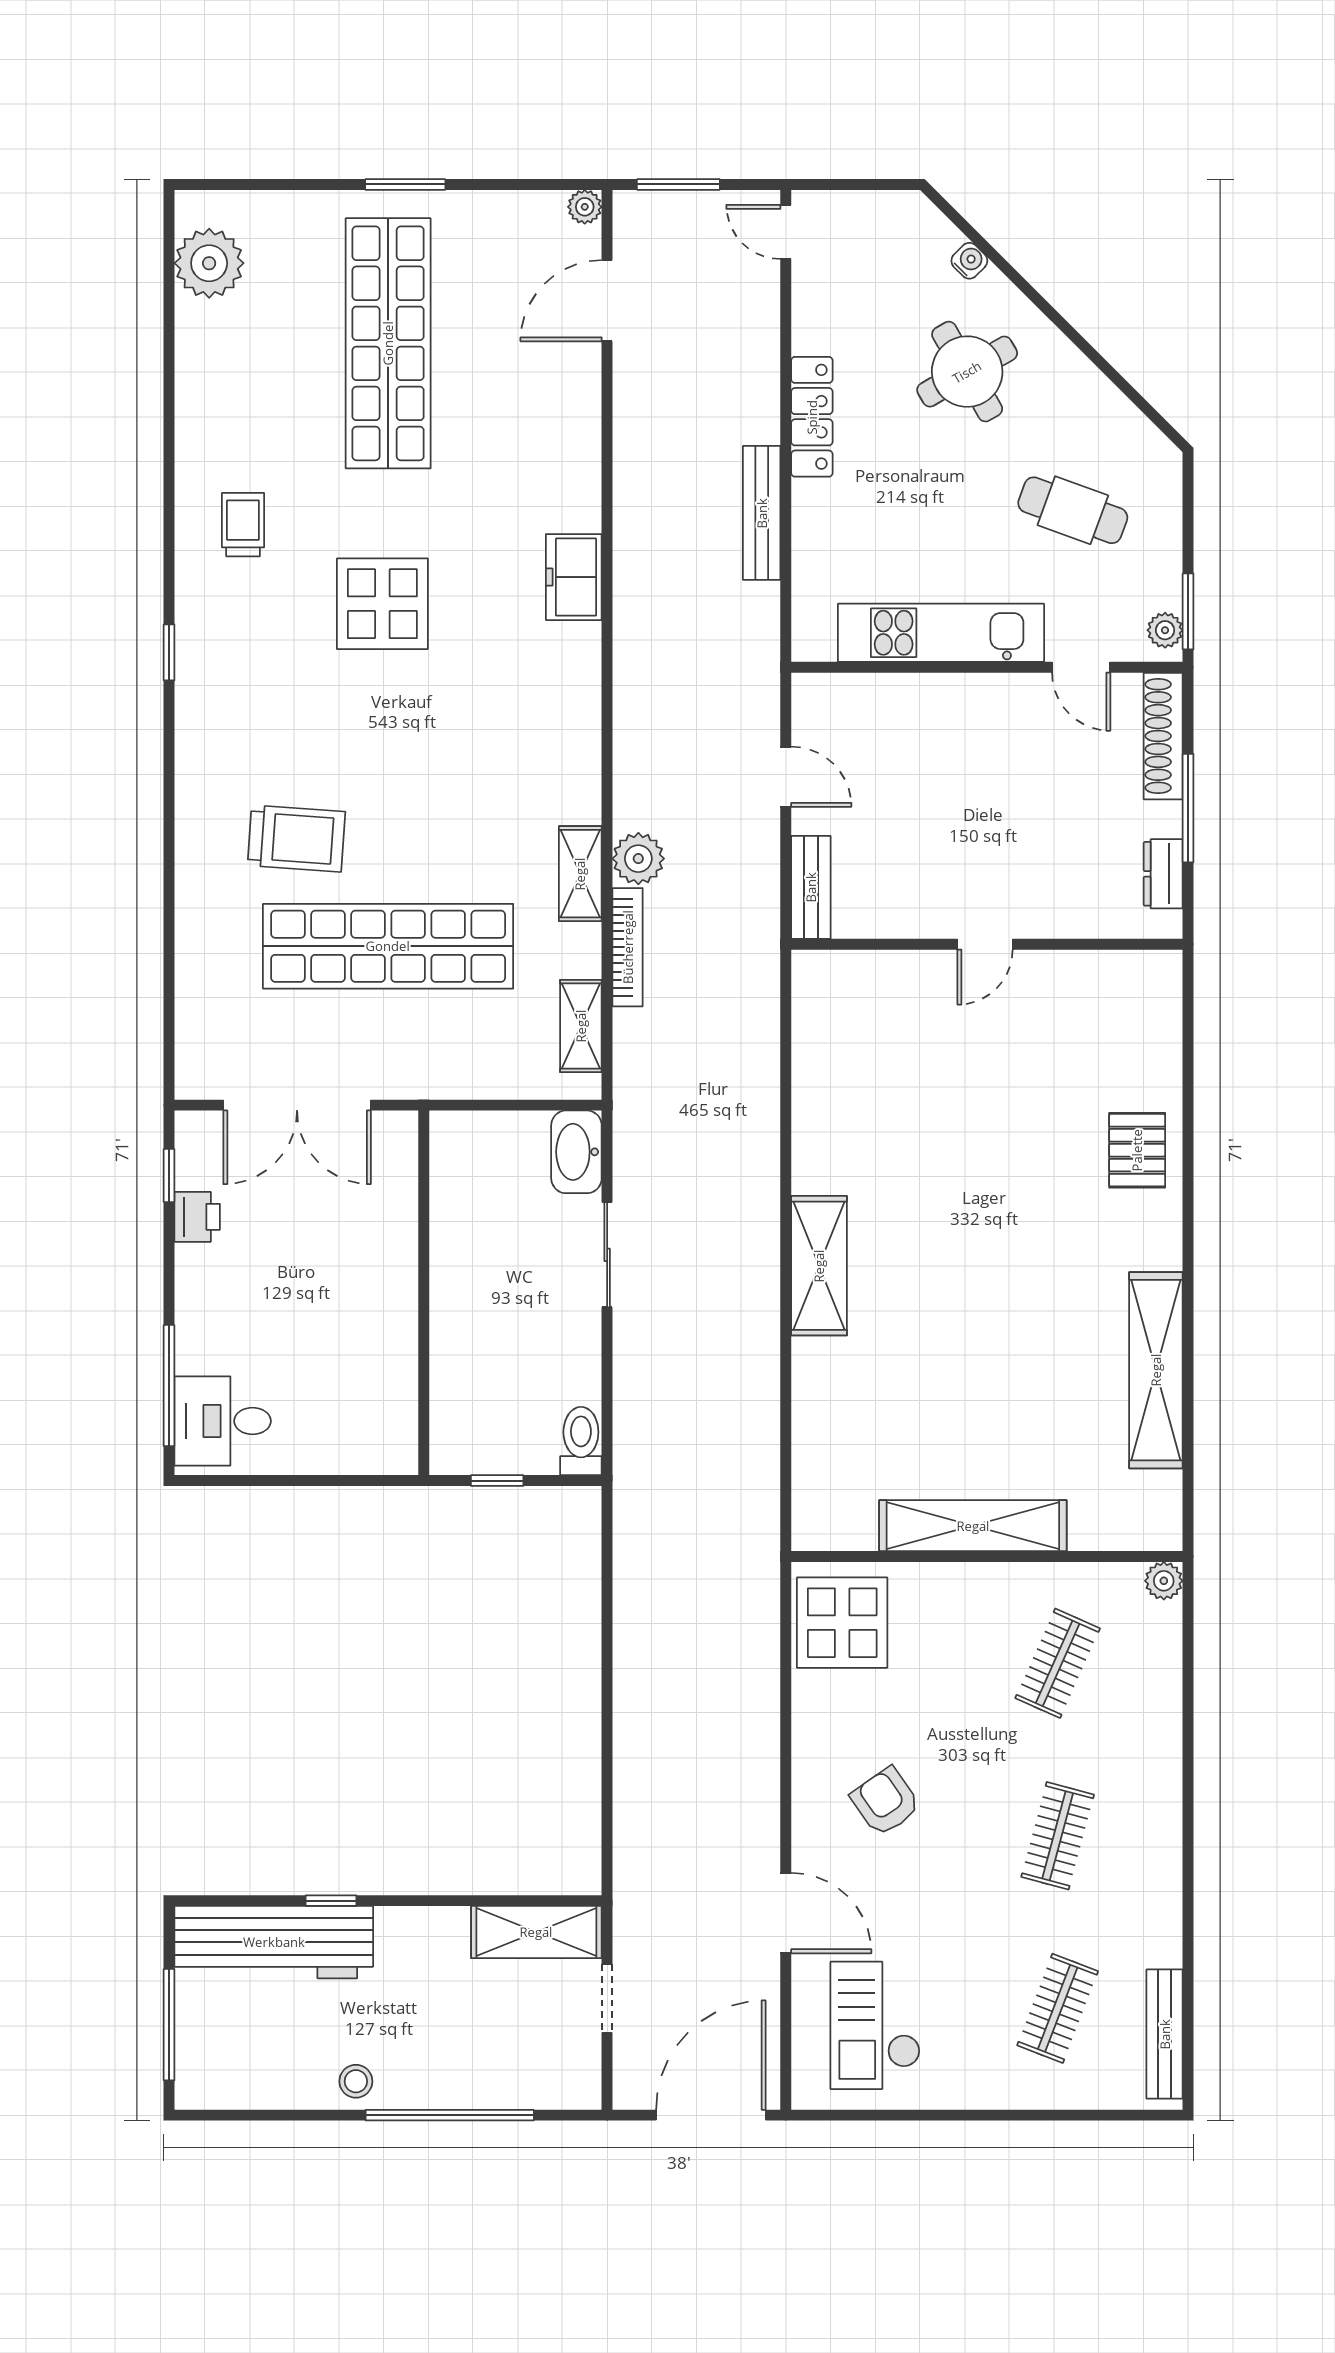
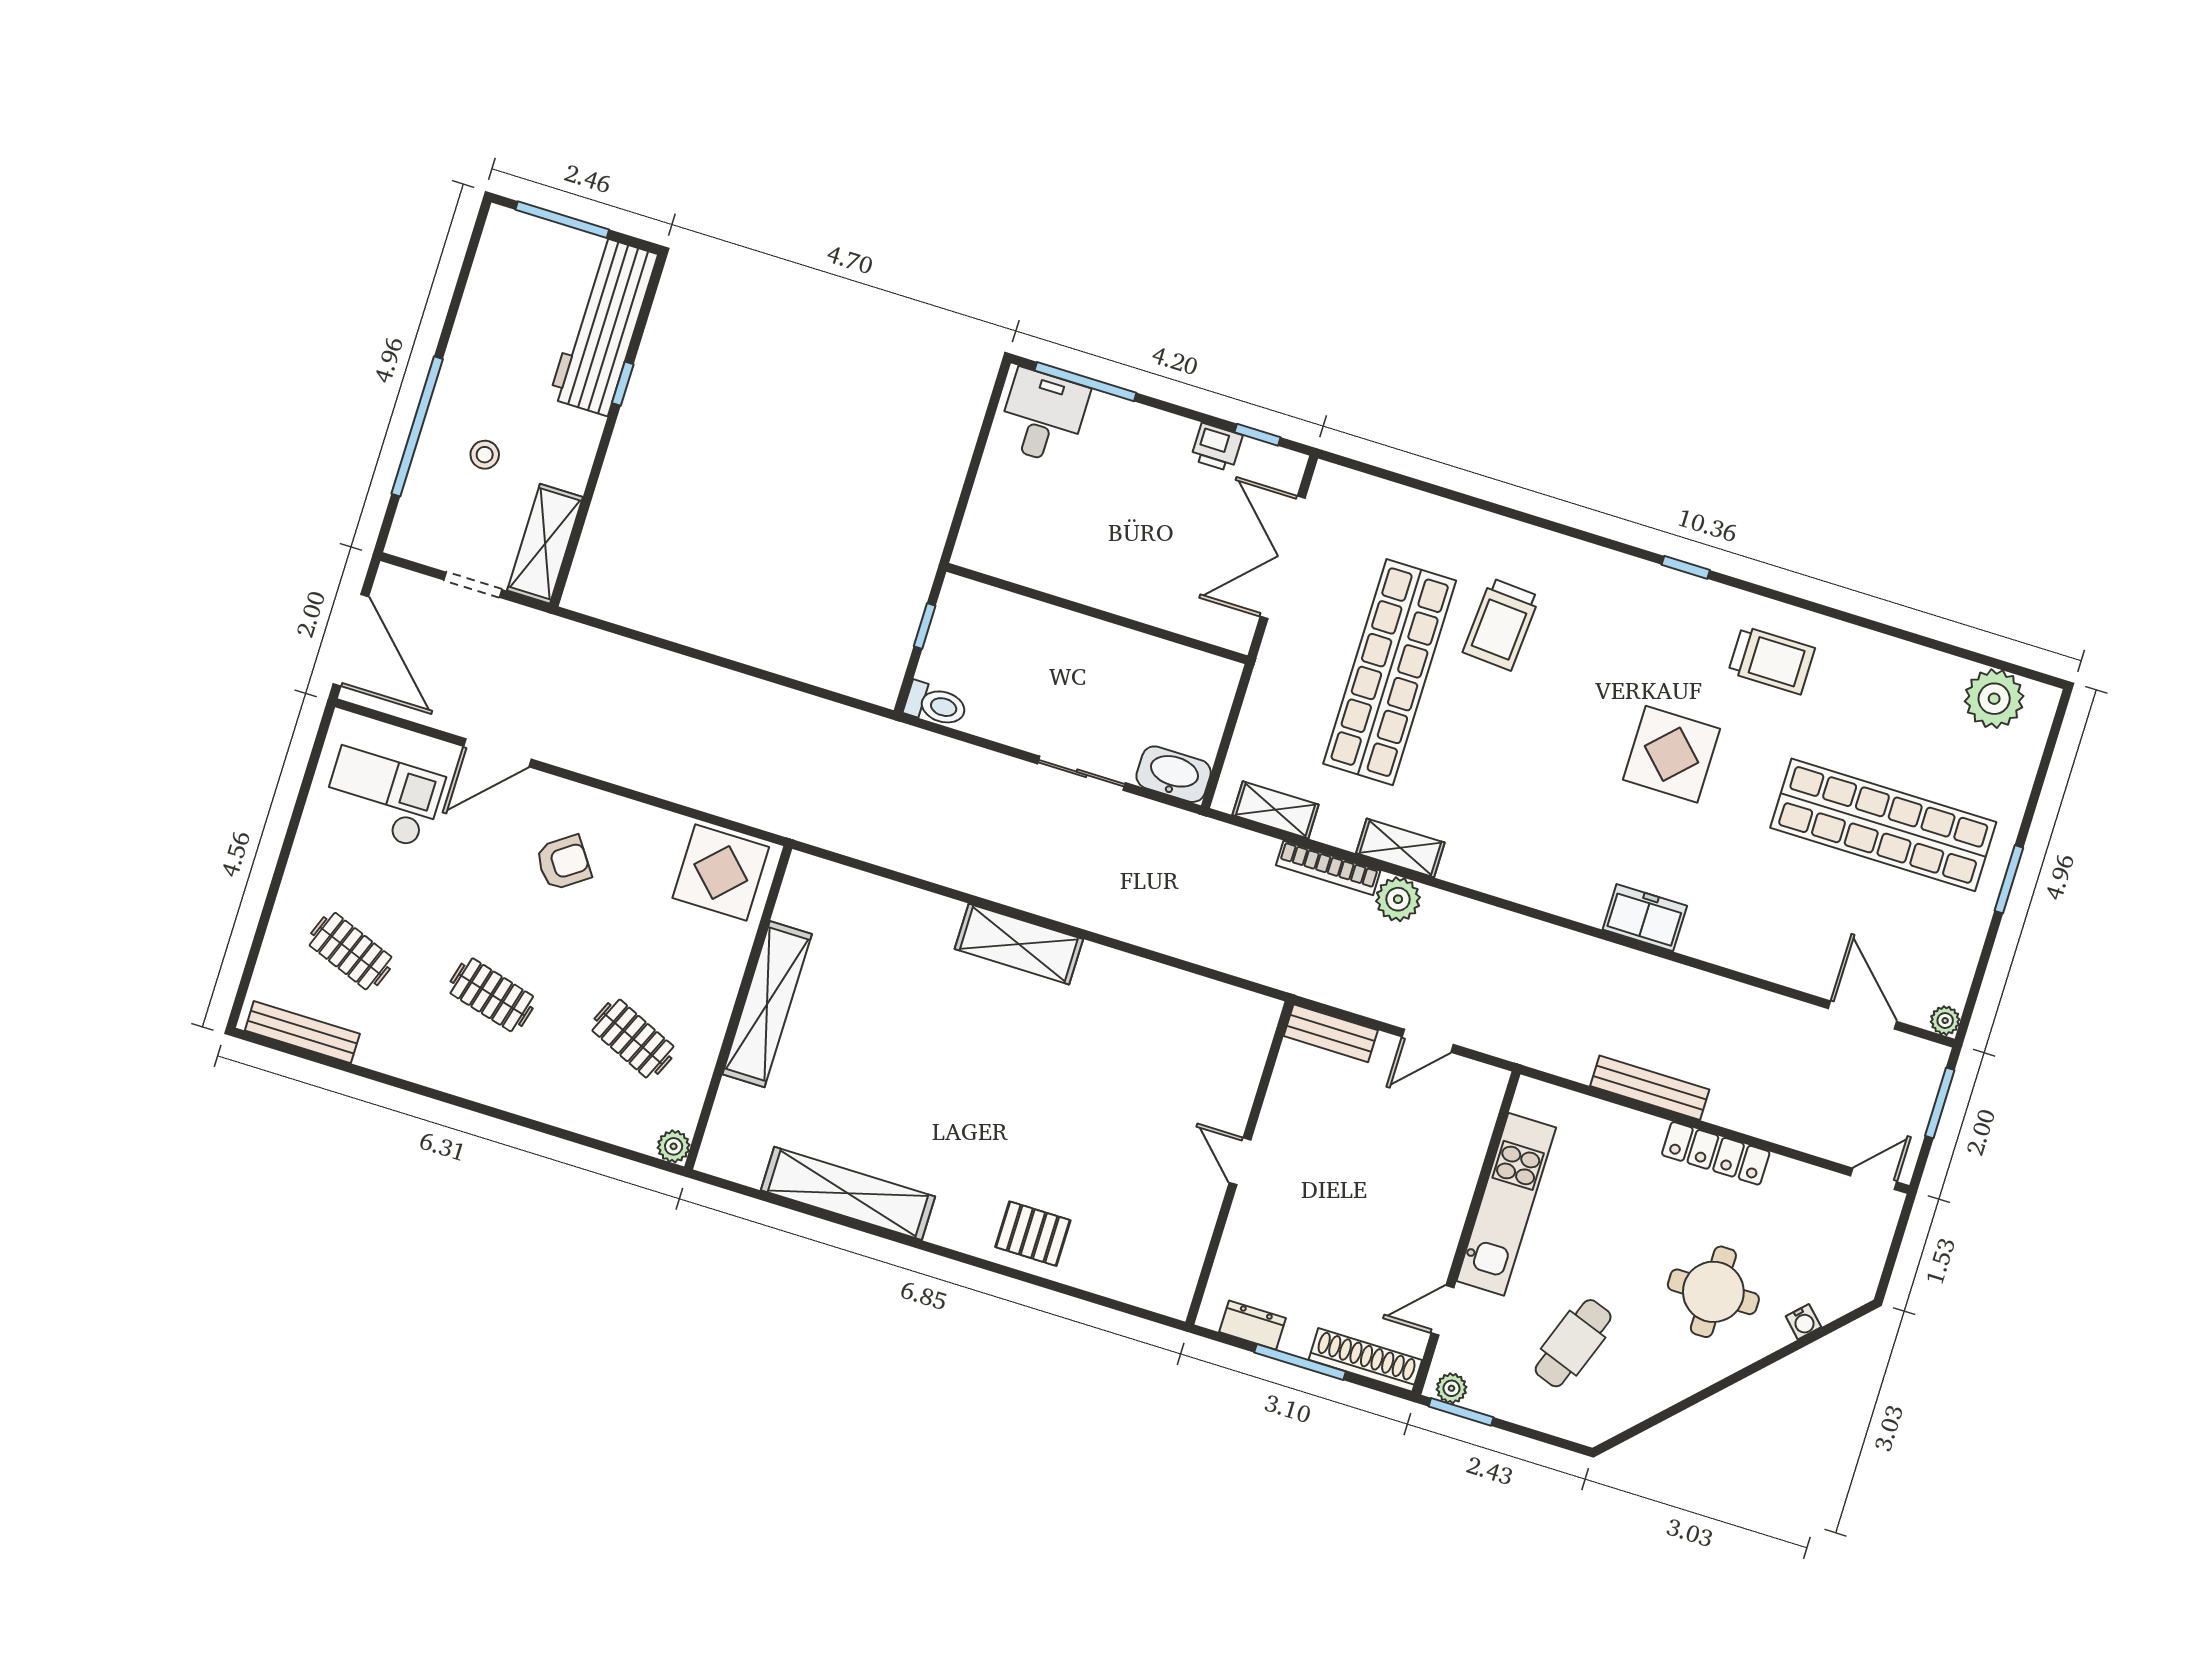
round table: (967, 372) -> (1713, 1292), turned 30
trolley: (243, 525) -> (1772, 660), width x1.36, depth x1.39
stool: (356, 2081) -> (485, 455), moved

